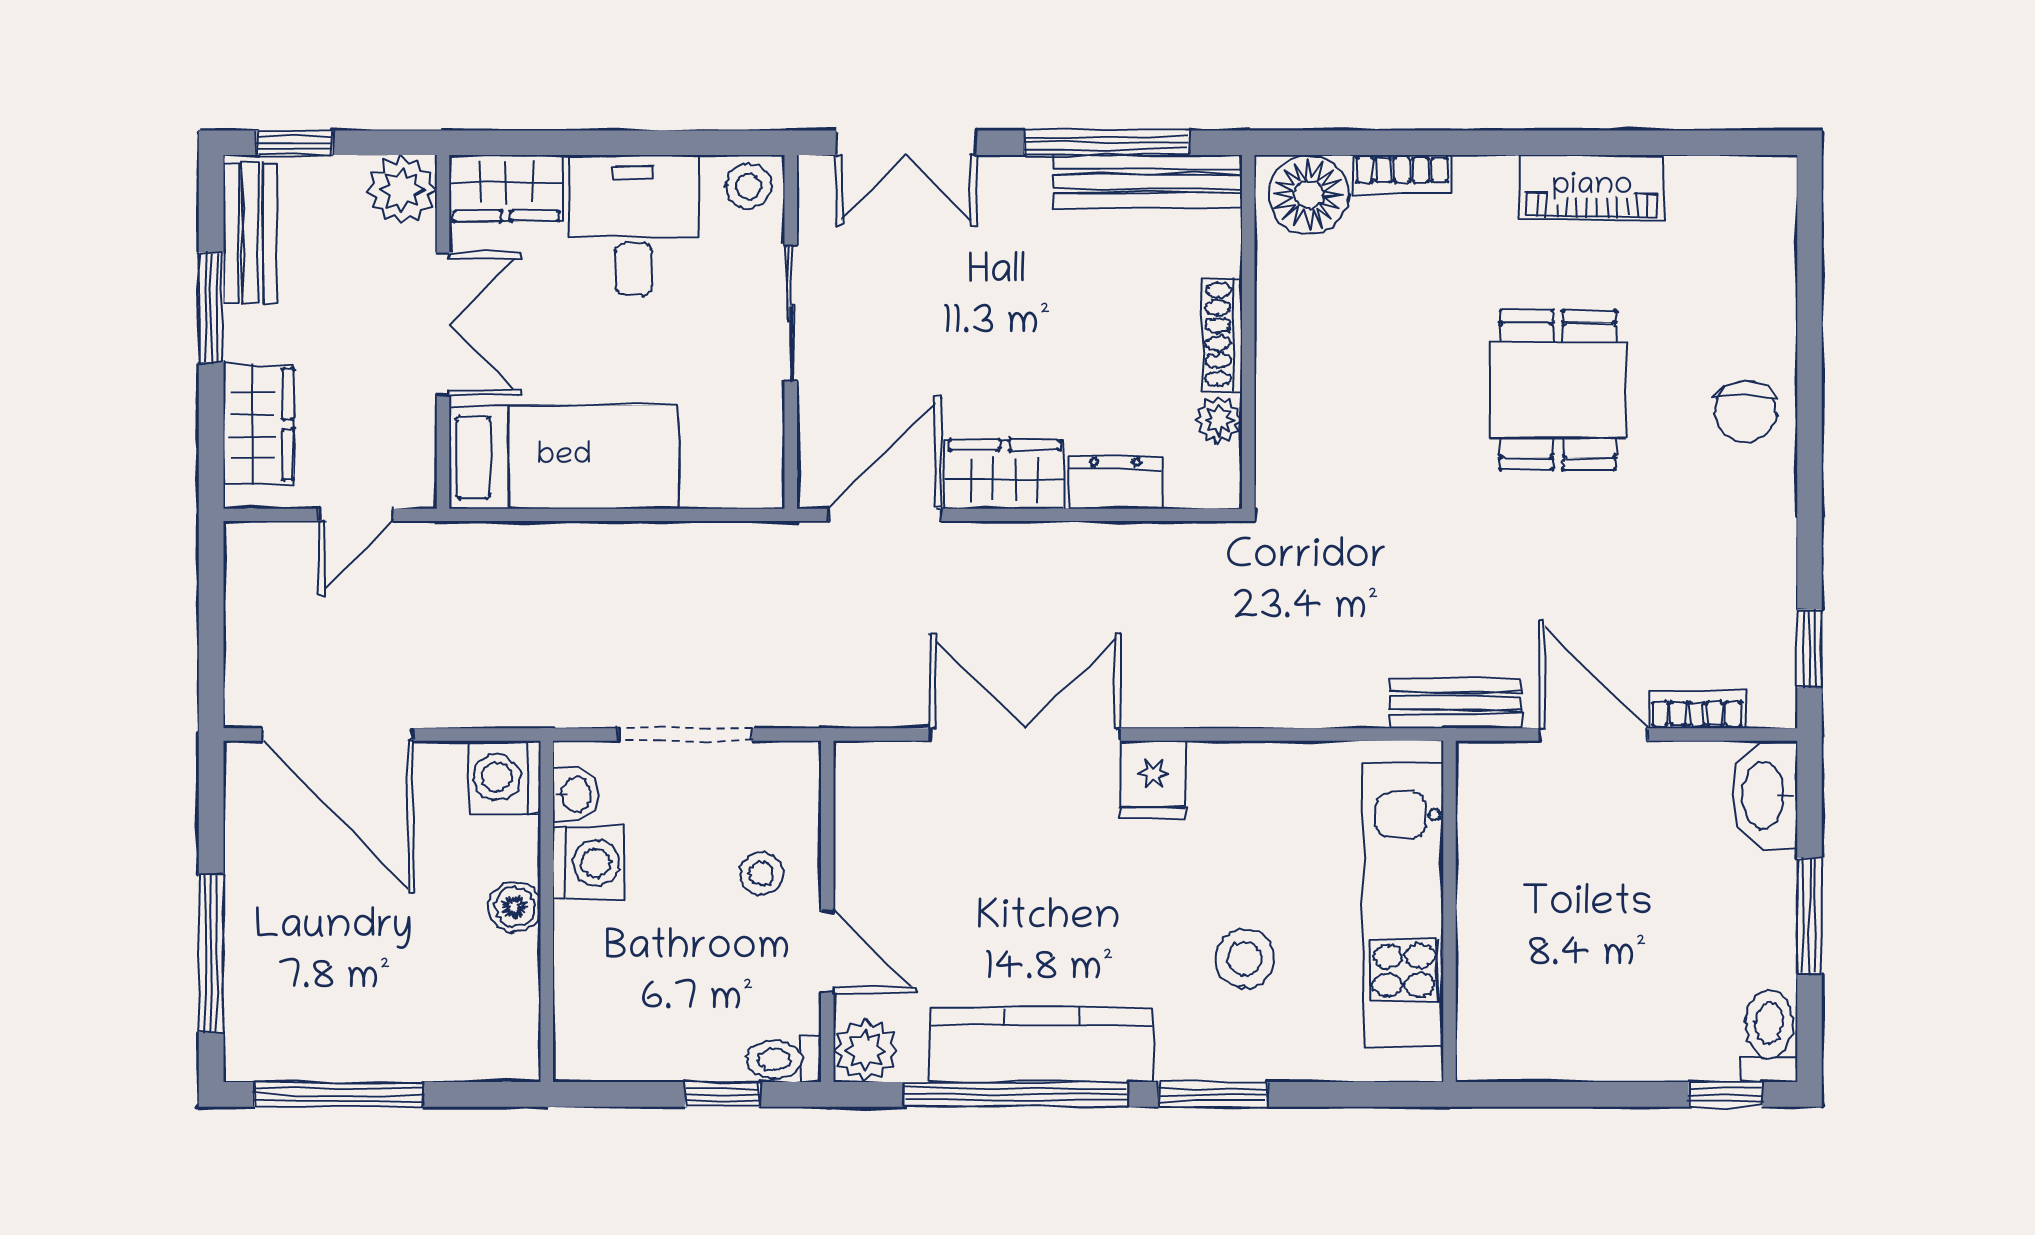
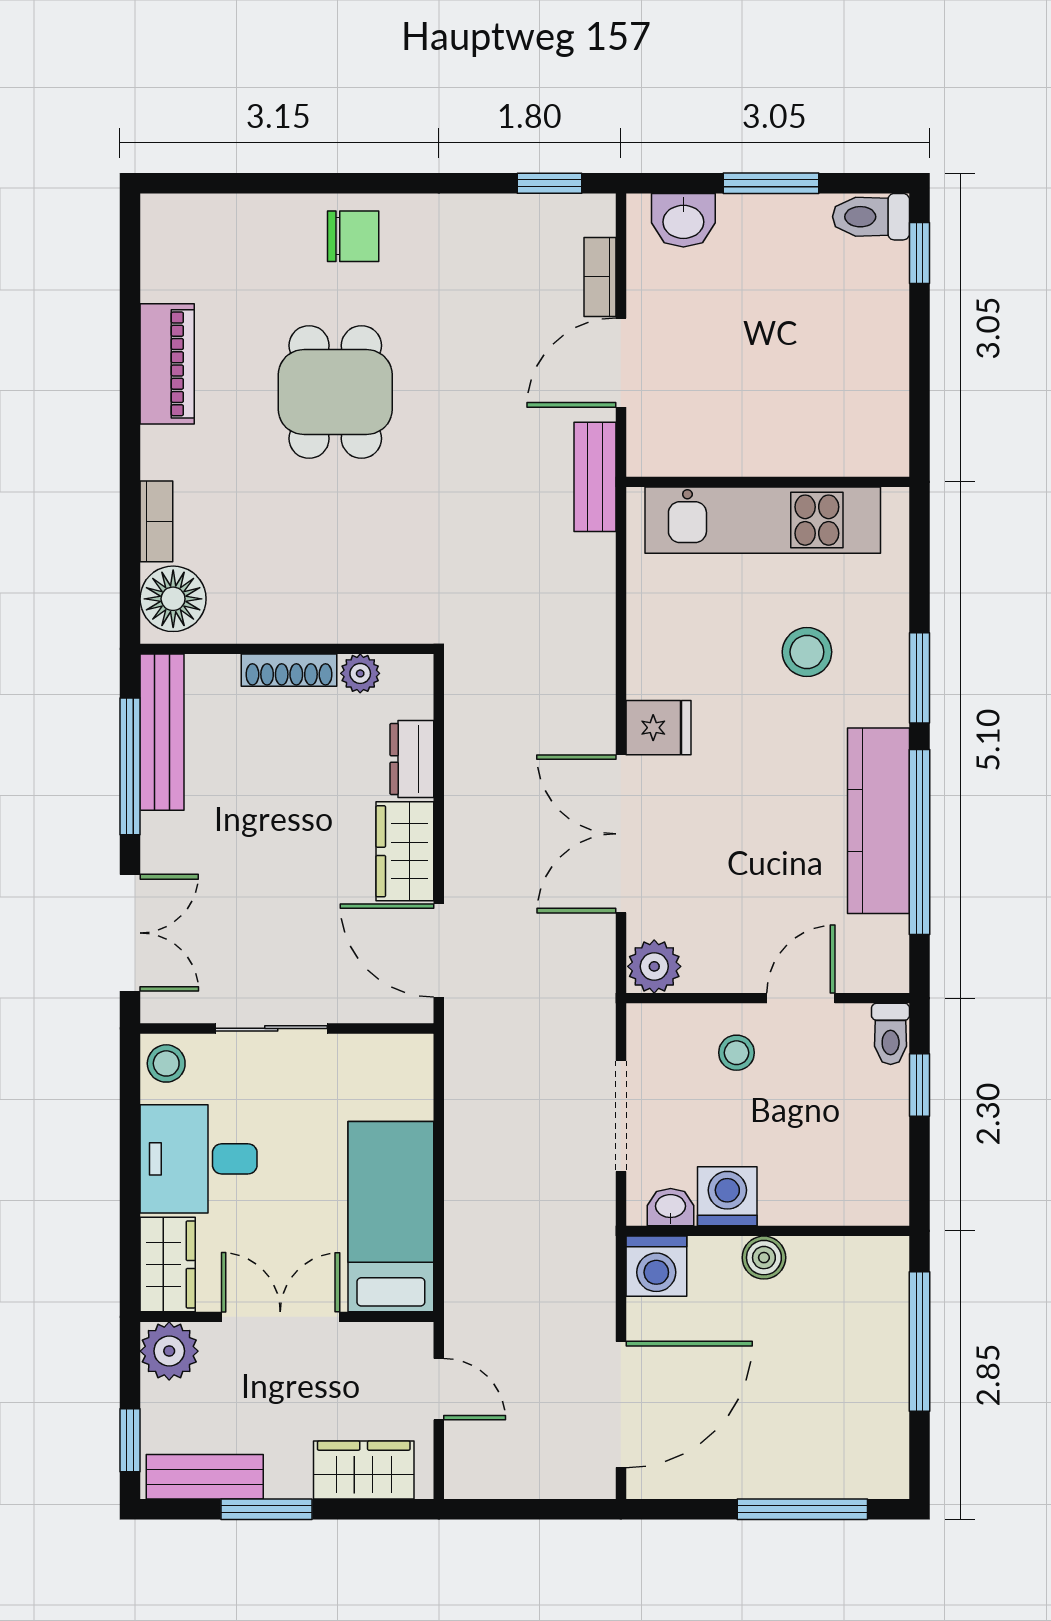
dining table: (1558, 390) -> (335, 392), turned 90
washbasin: (1765, 795) -> (683, 220), width x0.72
plant: (865, 1050) -> (654, 966), moved
window: (338, 1094) -> (920, 1342), moved

